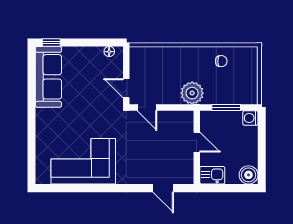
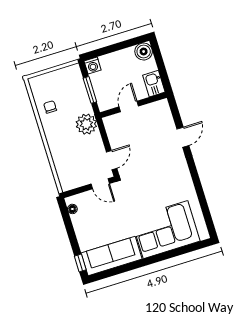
door: (126, 88) -> (100, 184), hinge flipped
corner sofa: (83, 161) -> (165, 230), moved, turned 90
door: (163, 188) -> (183, 137), moved

